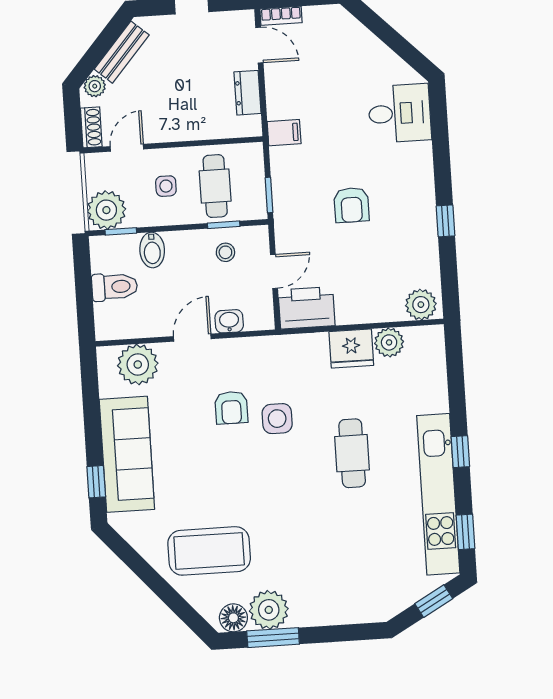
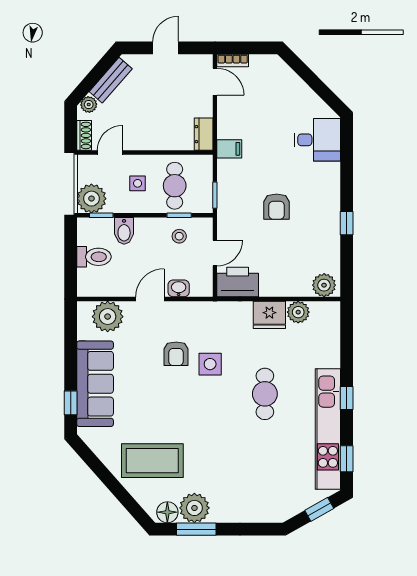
dresser: (247, 93) -> (204, 134), moved

